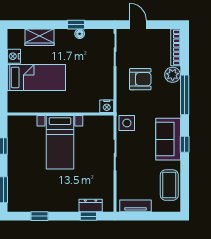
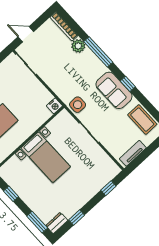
armchair: (140, 79) -> (60, 68), removed
dresser: (91, 205) -> (57, 223), moved

